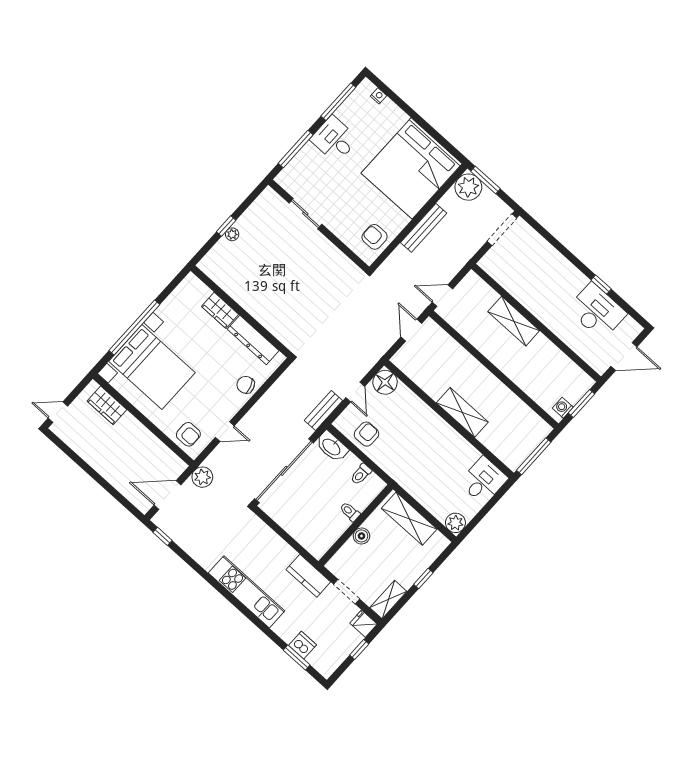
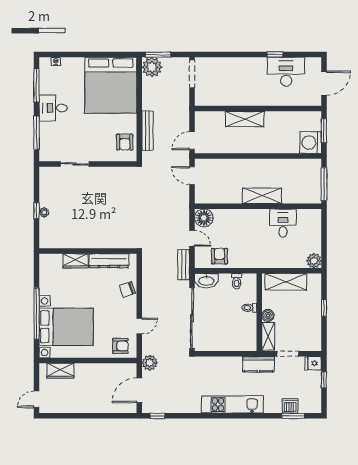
bench: (424, 228) -> (148, 131), moved
armchair: (375, 237) -> (125, 142), turned -90
washing machine: (563, 408) -> (311, 143), width x1.89, depth x1.89
desk: (483, 481) -> (283, 223), moved
shelving: (388, 600) -> (268, 336), moved

